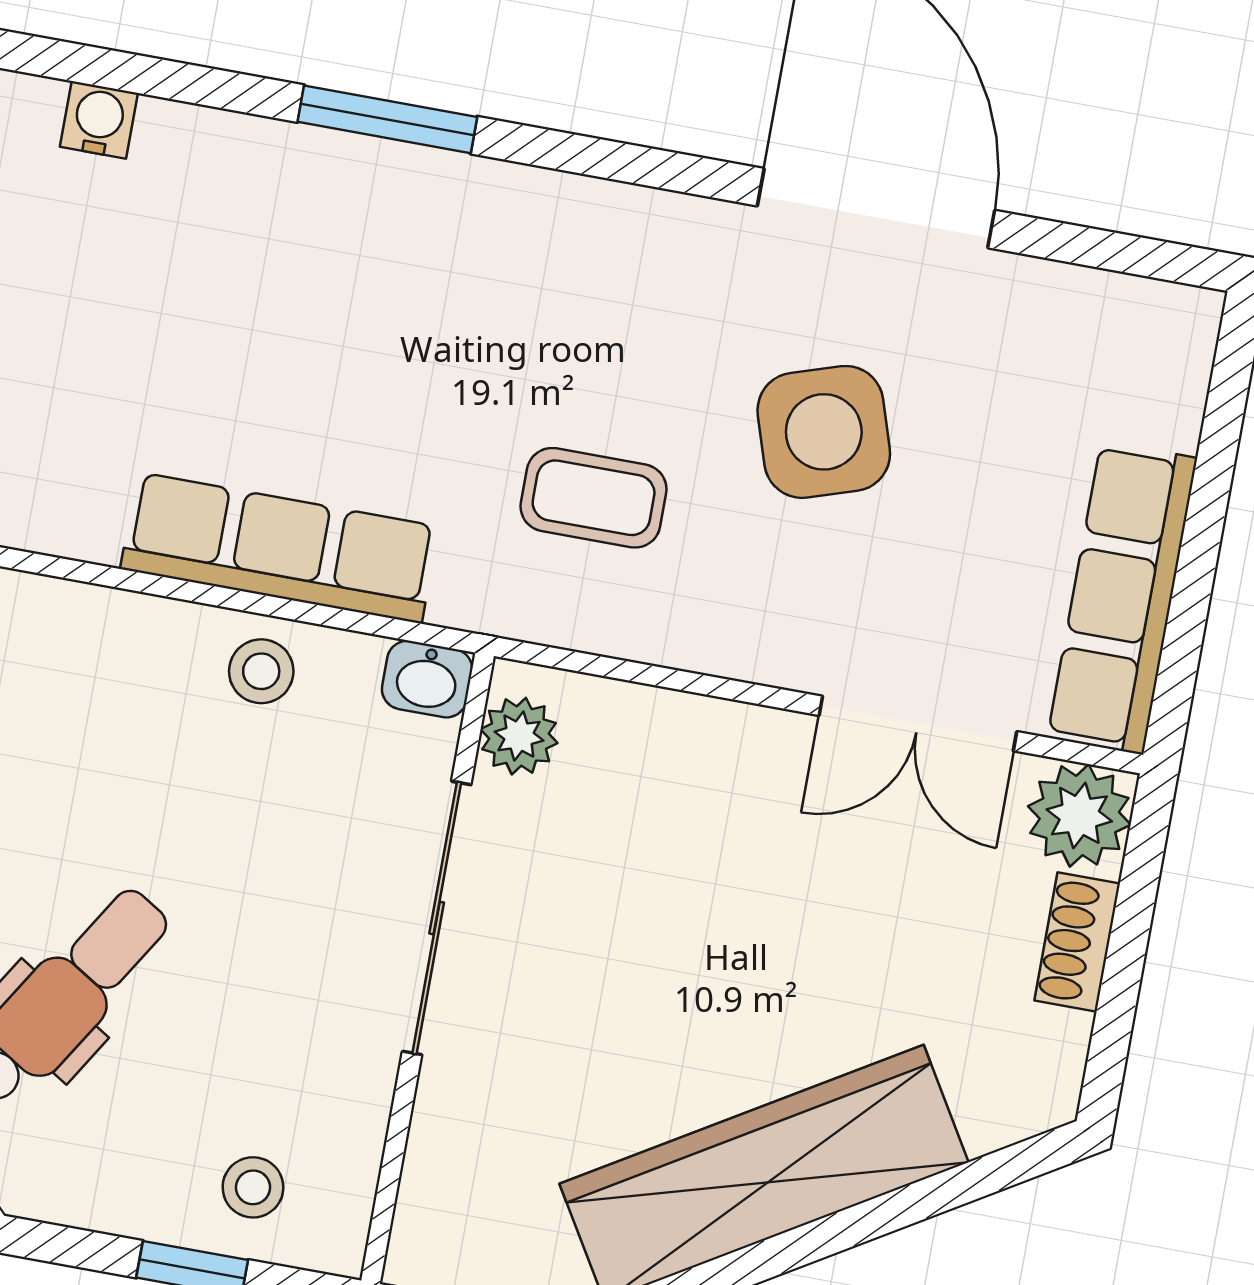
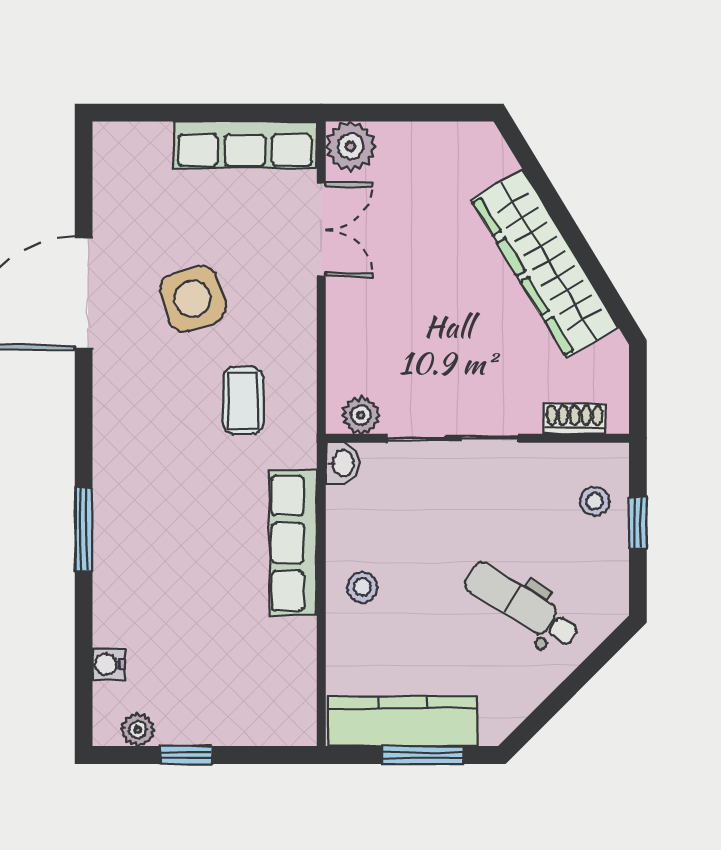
stool: (261, 671) -> (362, 587), moved
shoe rack: (1077, 942) -> (575, 419), moved, turned 180

